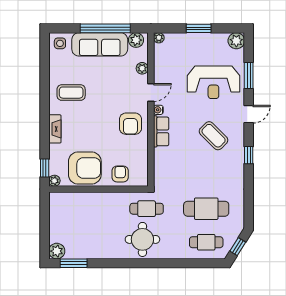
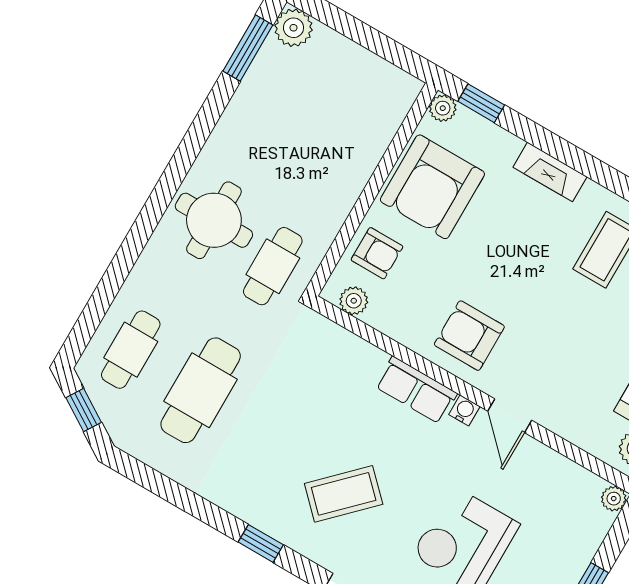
plant: (142, 68) -> (354, 301), moved

